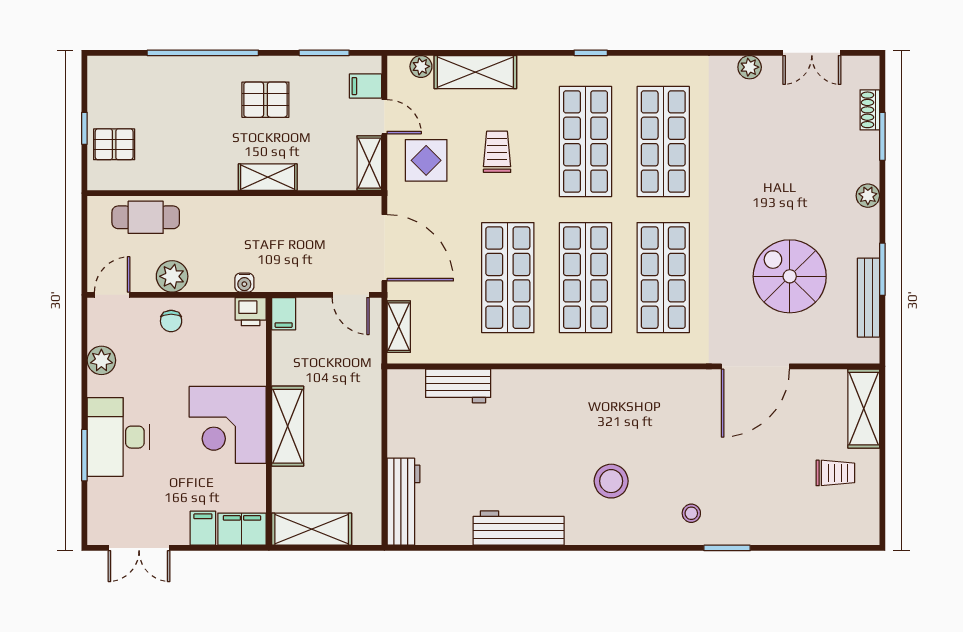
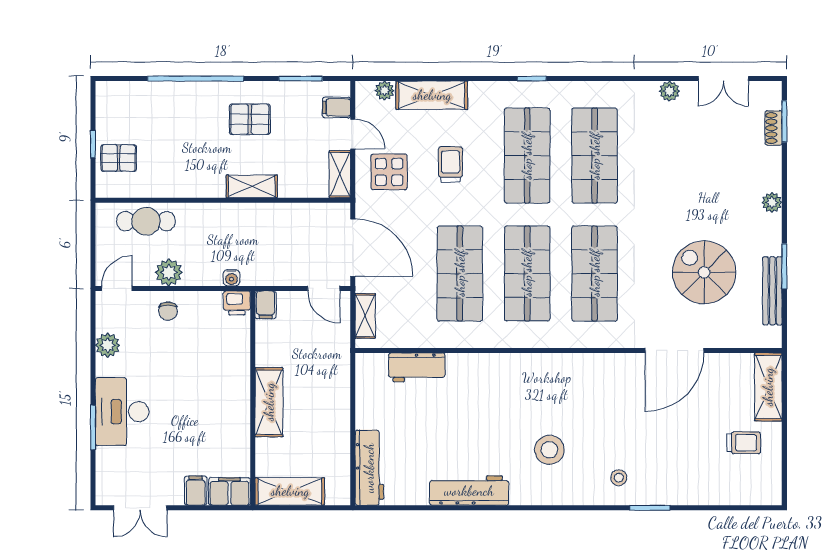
window: (882, 136) -> (784, 121), moved
corner desk: (228, 425) -> (217, 401), removed

